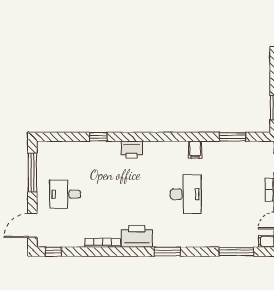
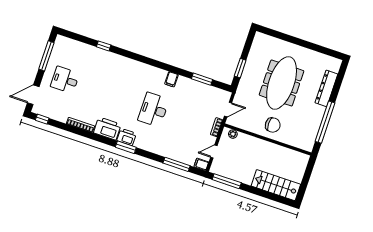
printer: (132, 150) -> (127, 137), moved, turned 180
desk: (186, 194) -> (154, 110), turned 180

